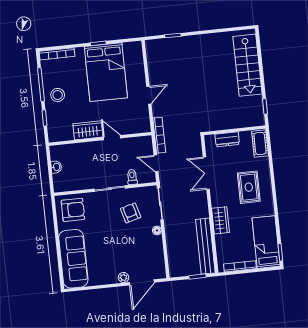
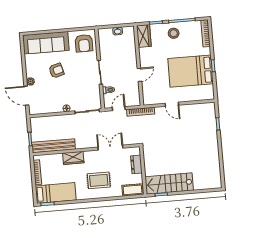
stairs: (248, 65) -> (169, 184), moved
wardrobe: (88, 130) -> (144, 36), moved
armchair: (131, 213) -> (56, 71), moved

